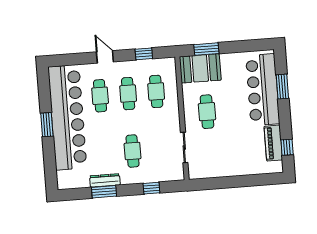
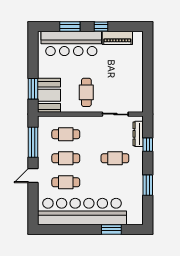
window: (144, 54) -> (33, 142), width x2.17
cafe table: (207, 112) -> (86, 92), turned 90
window: (47, 125) -> (111, 229), moved
window: (287, 147) -> (101, 27), moved
dresser: (105, 180) -> (138, 134), moved

